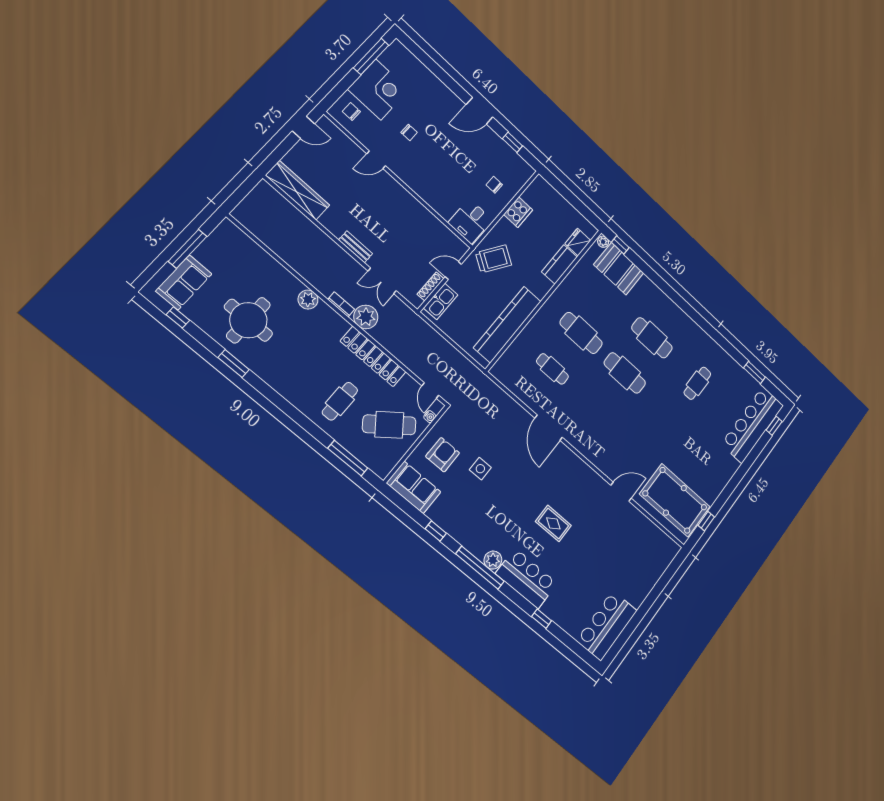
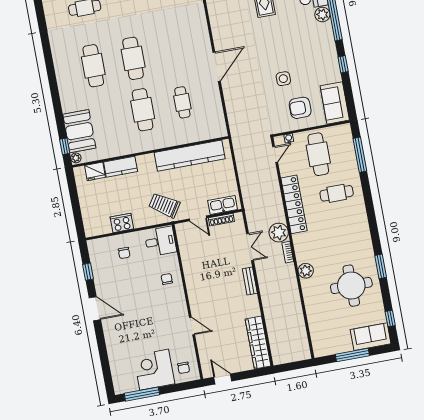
chair: (409, 132) -> (167, 279), moved
cafe table: (389, 425) -> (318, 154), turned 37

